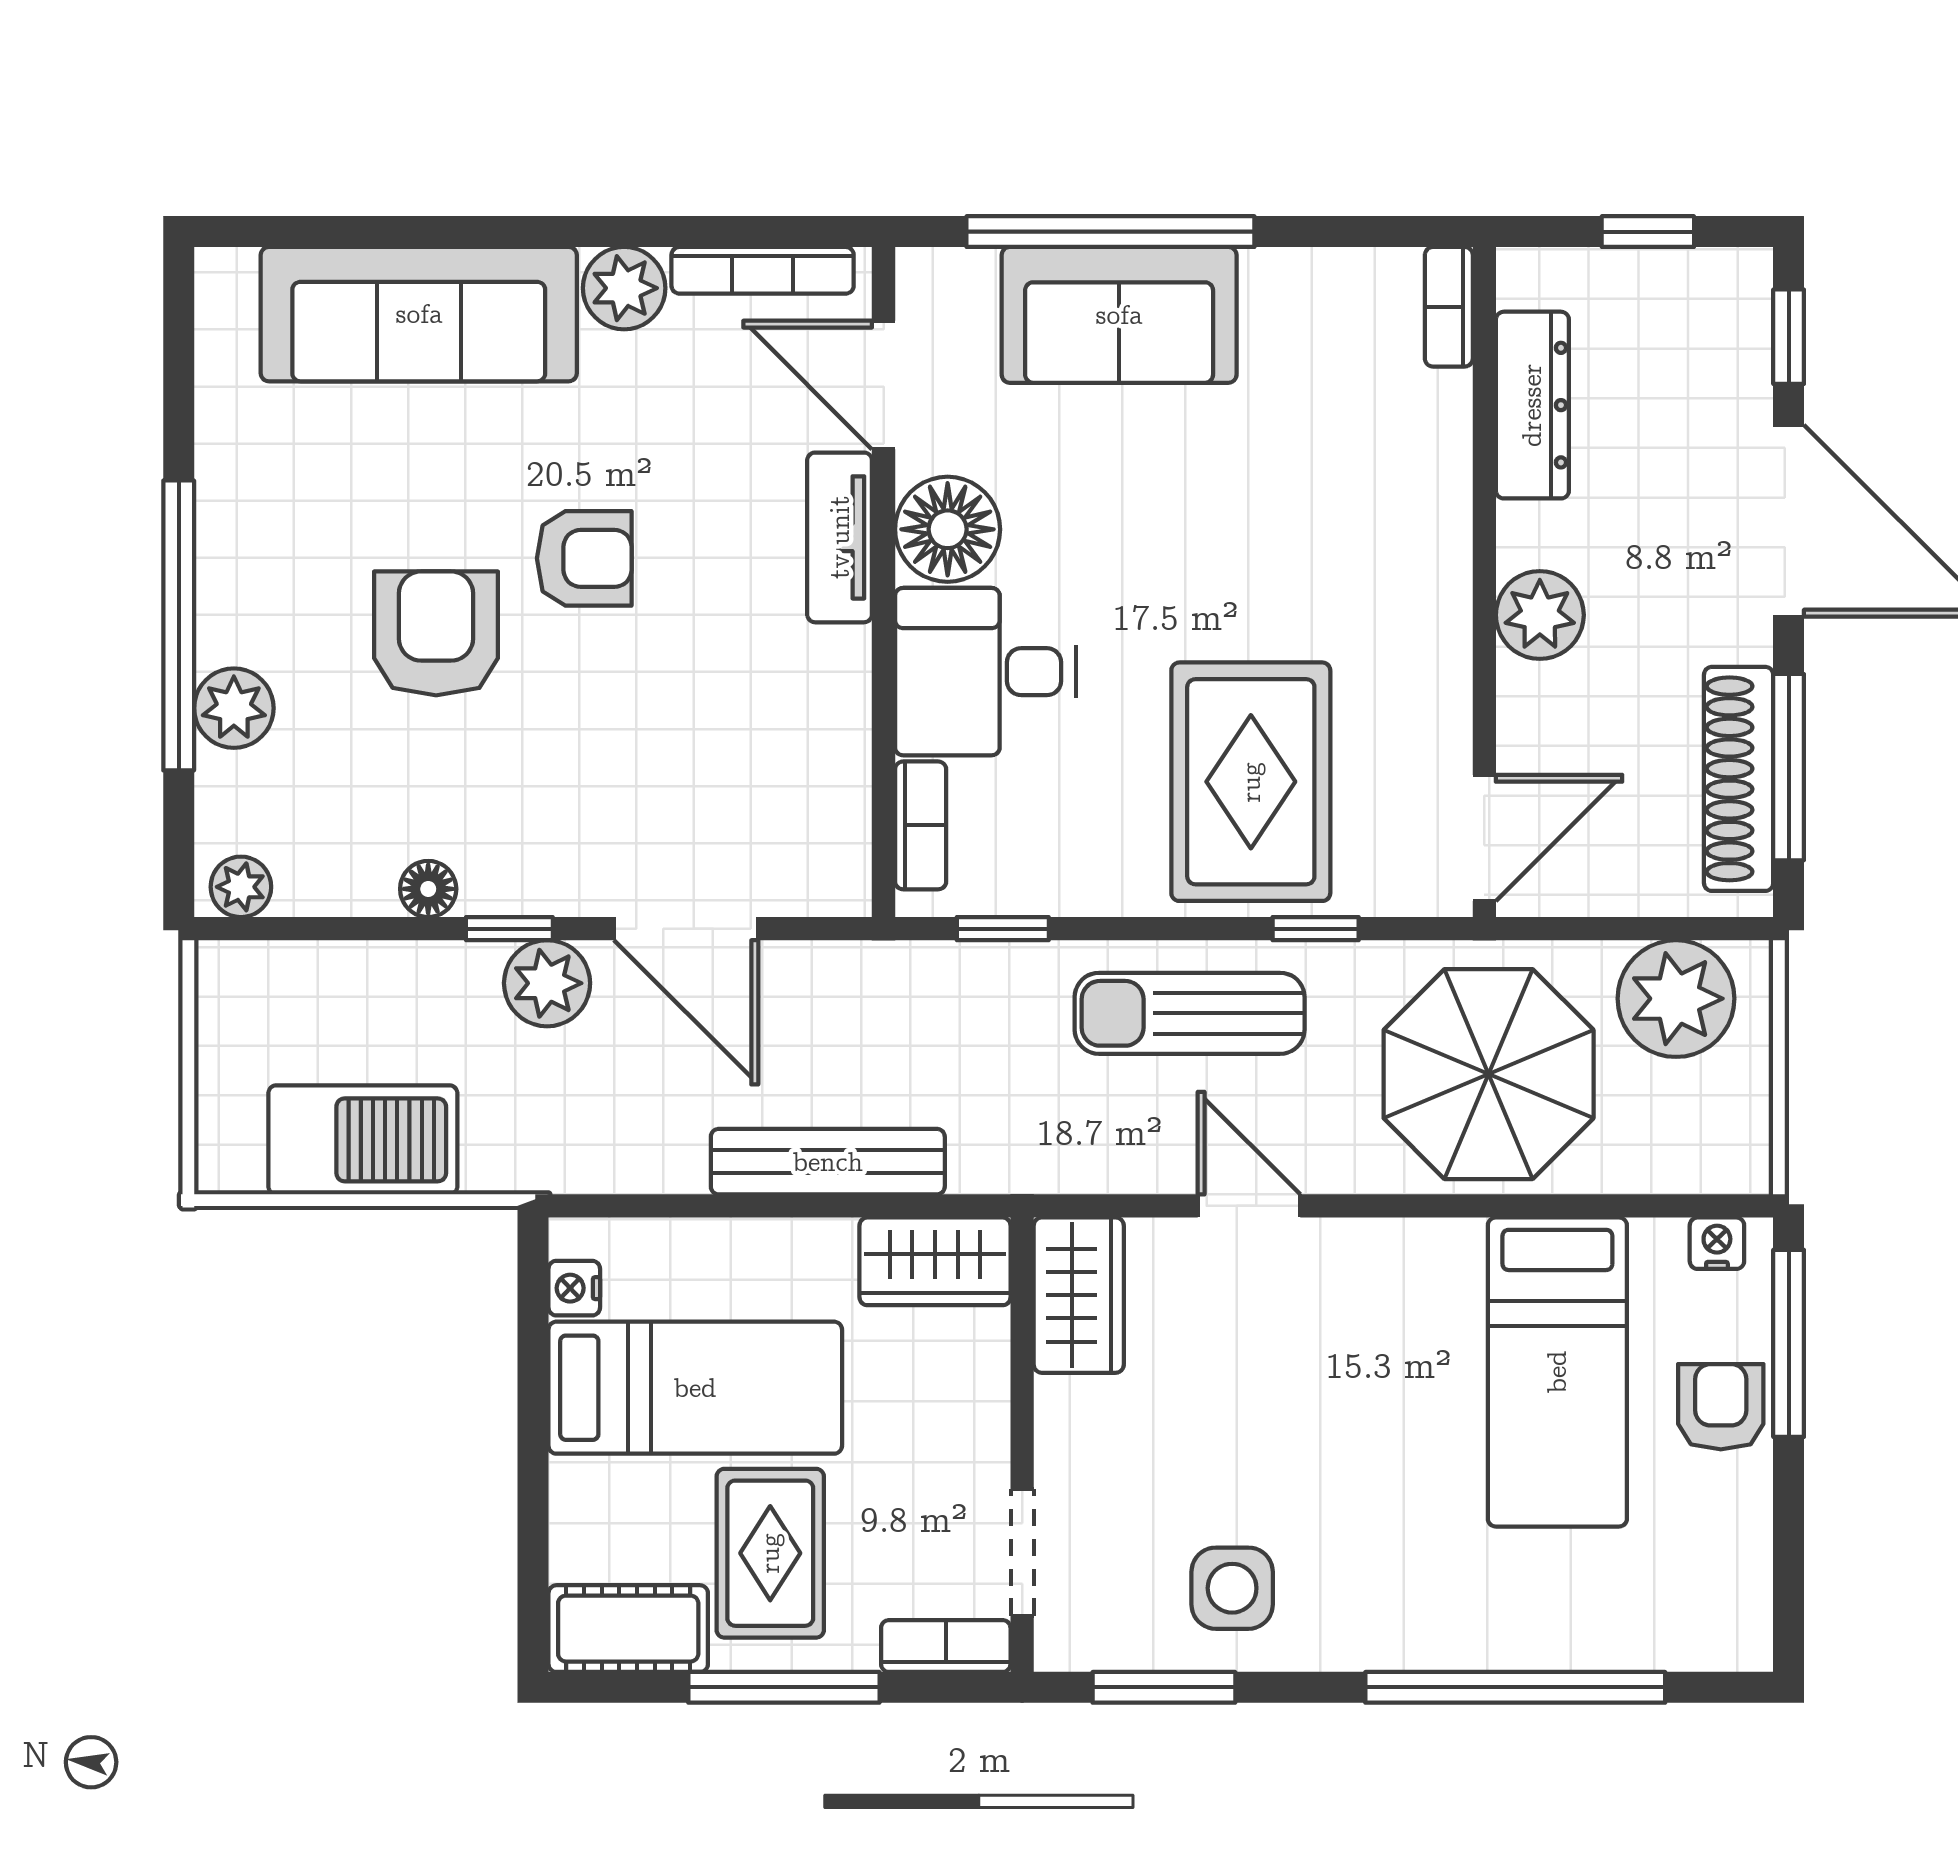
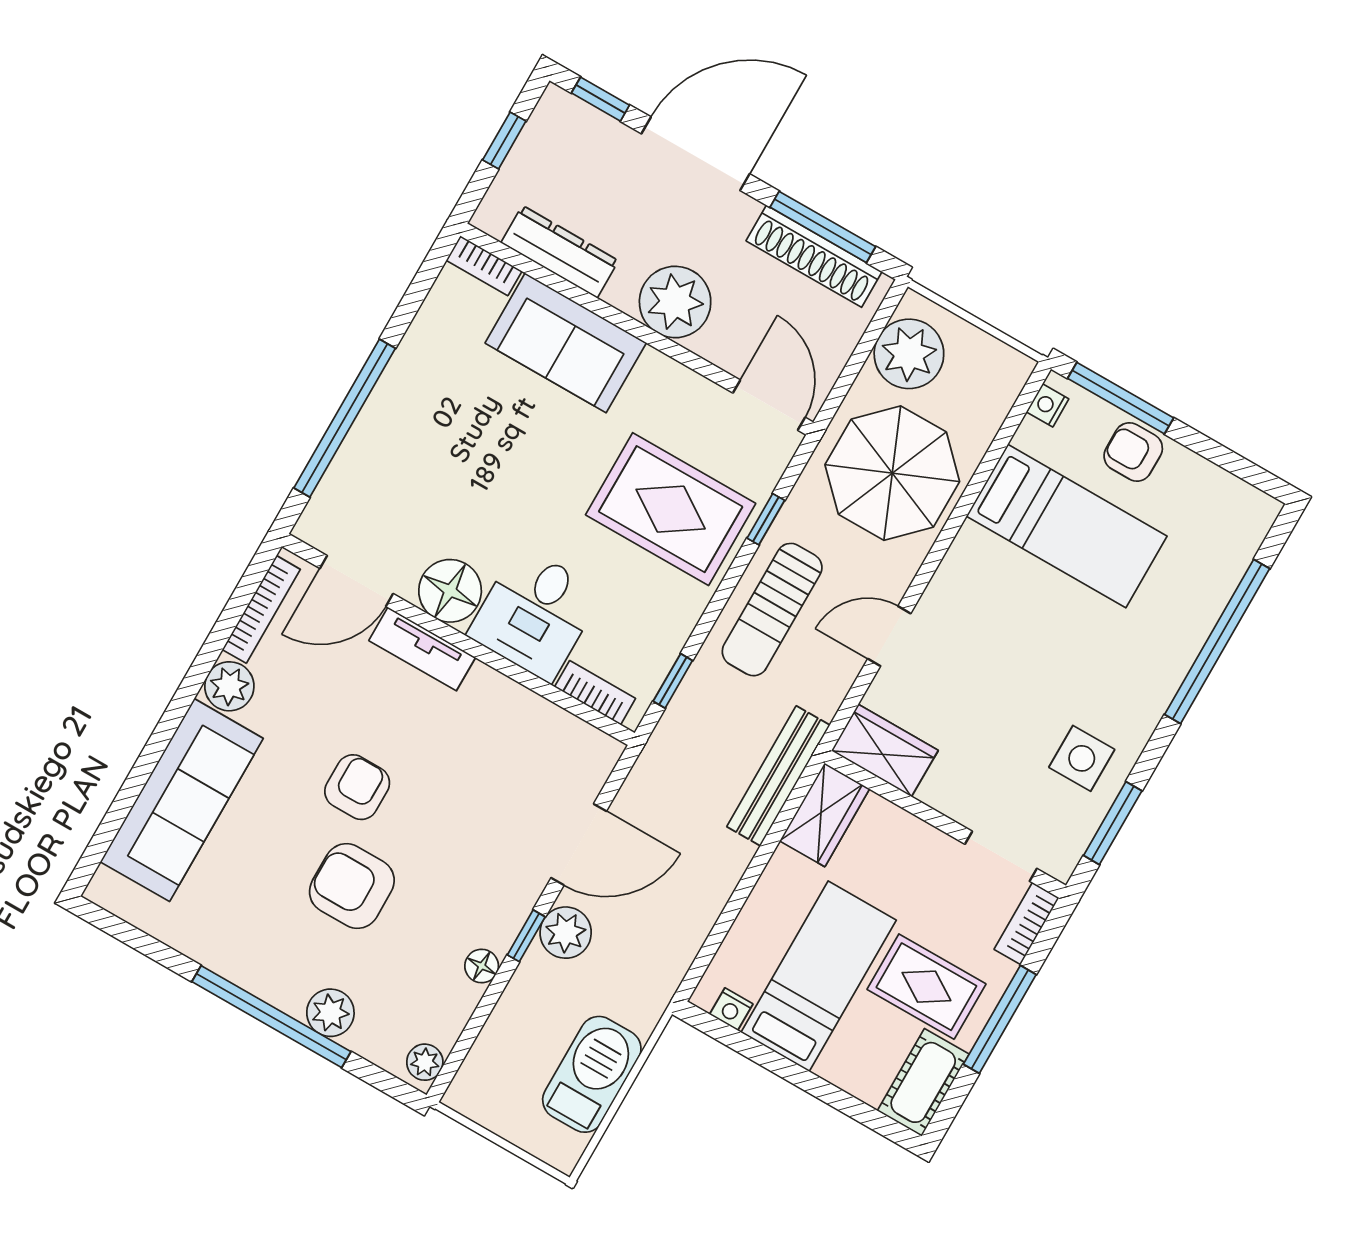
sofa: (1119, 315) -> (566, 343), moved, turned 90
plant: (1540, 615) -> (675, 302), width x1.36, depth x1.36
bench: (828, 1162) -> (778, 776), moved

